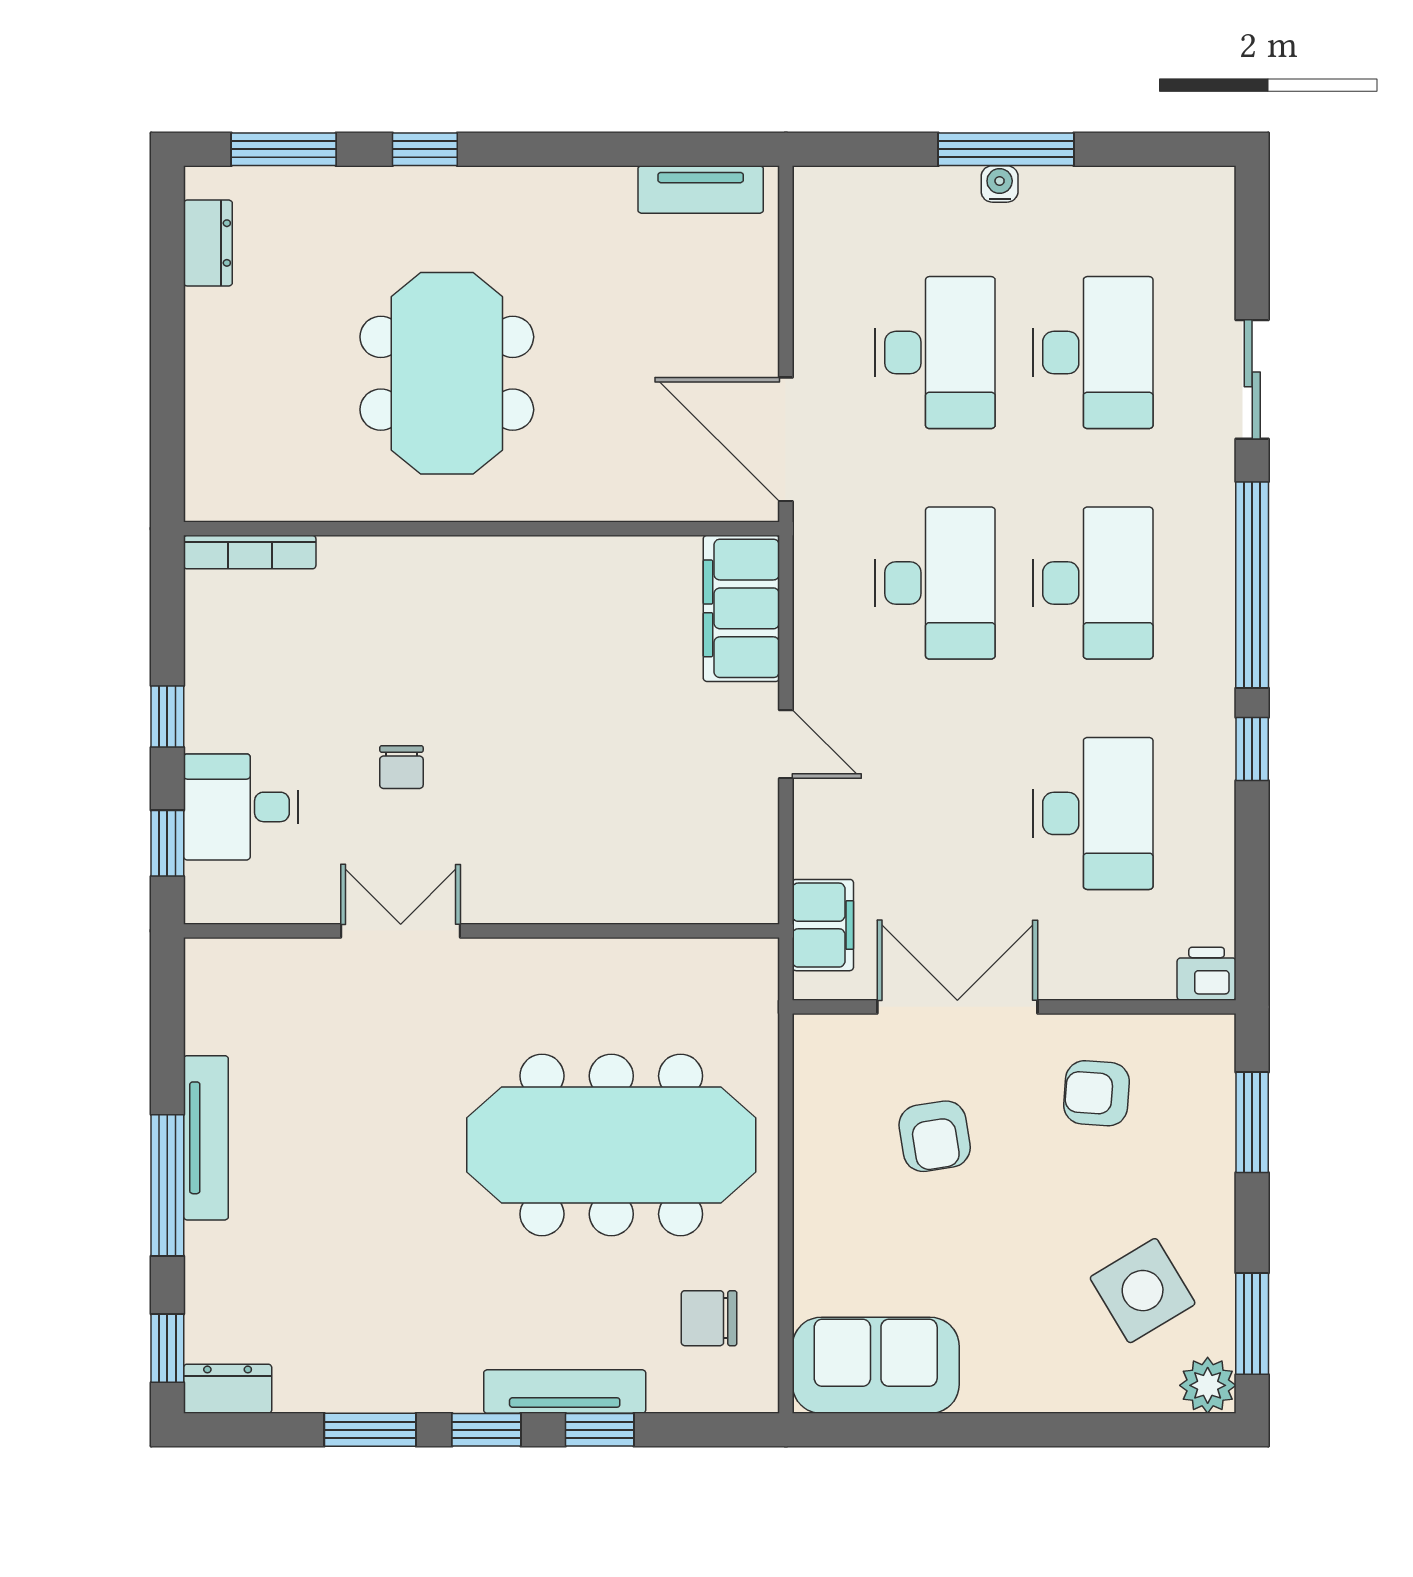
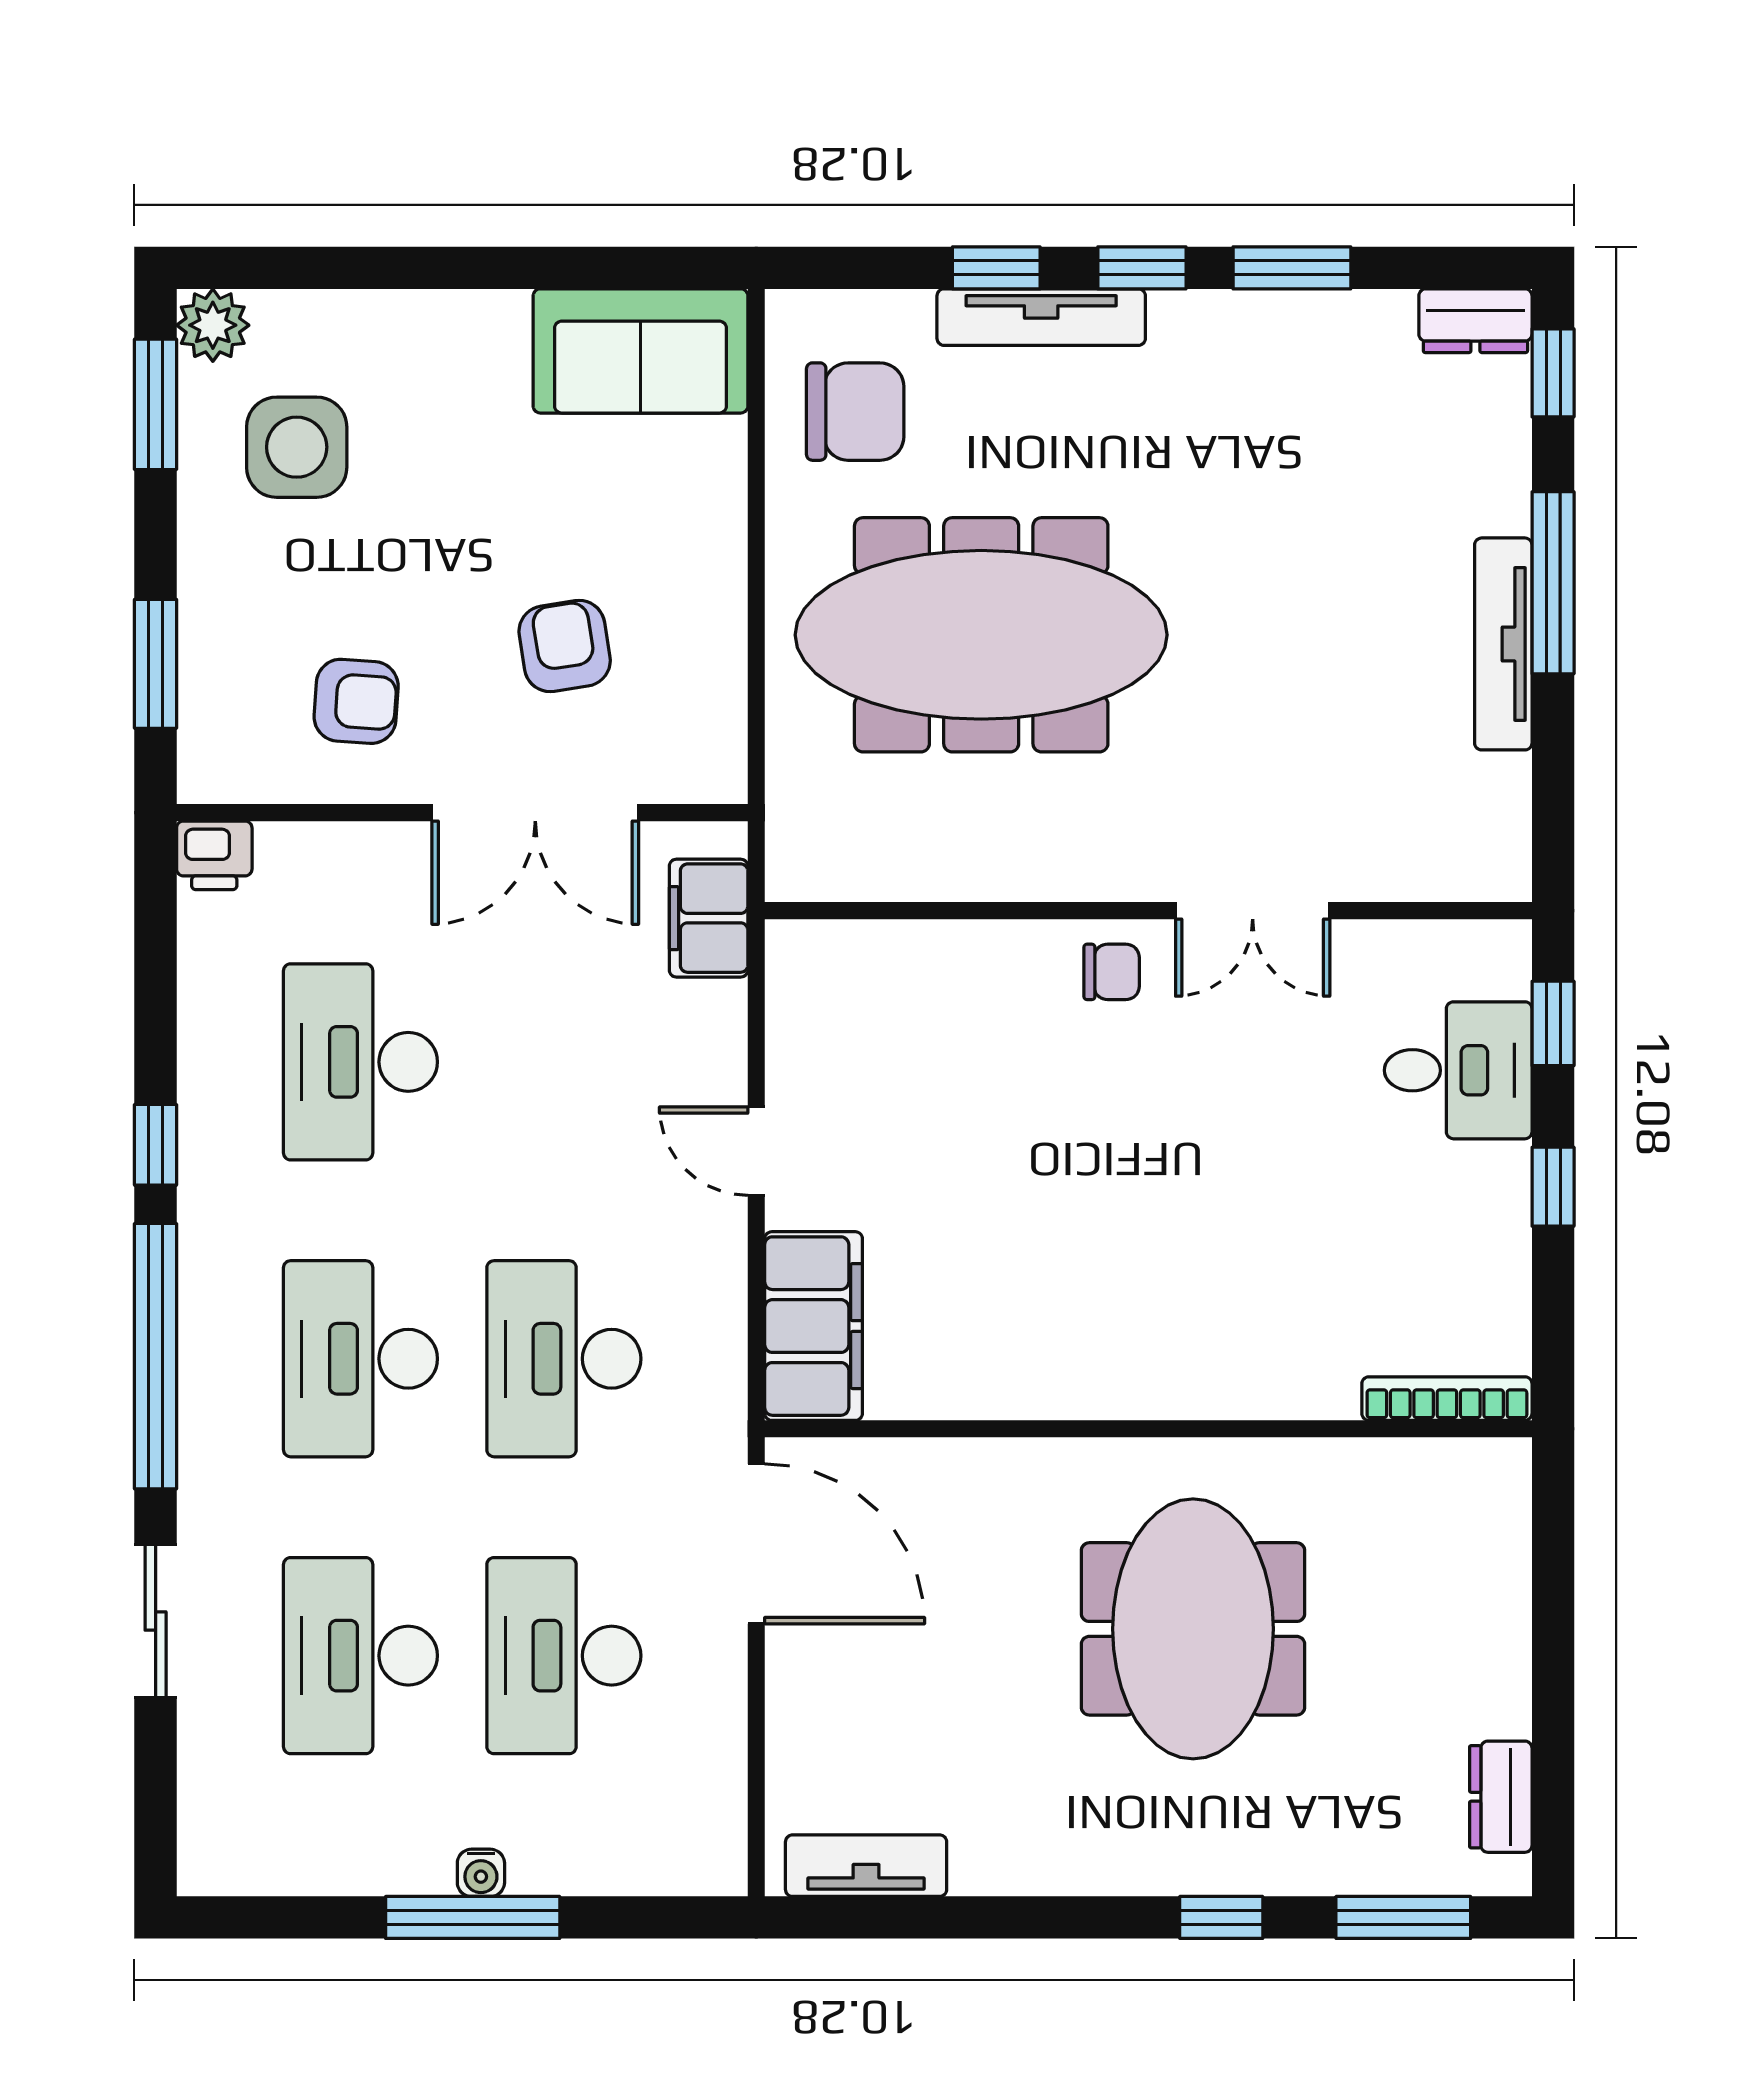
chair: (401, 767) -> (1112, 972), moved, turned 90
side table: (1143, 1291) -> (297, 447), turned 31
chair: (709, 1318) -> (855, 412), width x1.37, depth x1.37

